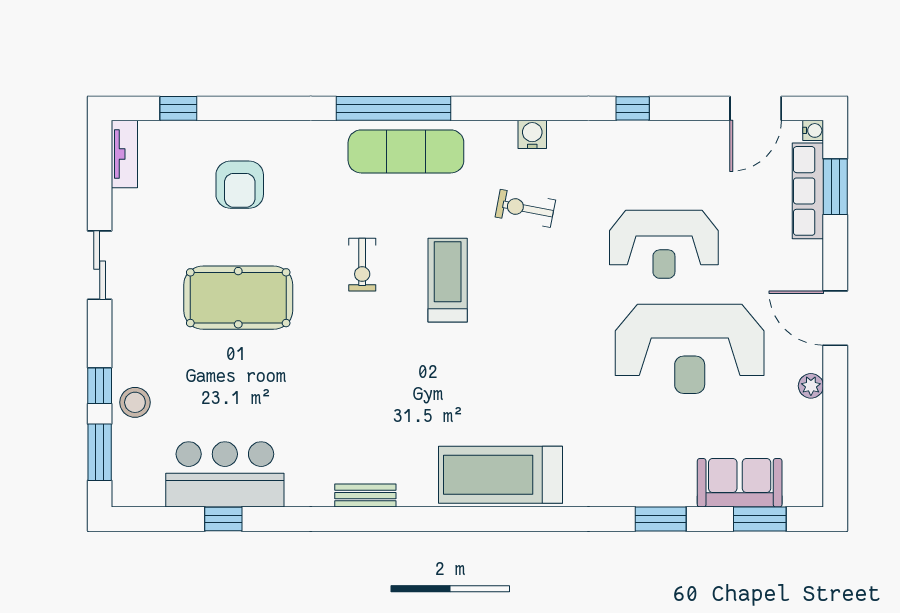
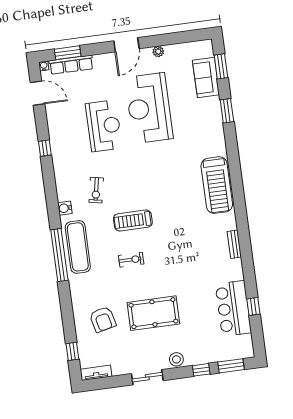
water cooler: (532, 134) -> (65, 208), moved
armchair: (240, 185) -> (103, 319), turned 77
pool table: (238, 298) -> (153, 313), turned 90
reception desk: (690, 349) -> (149, 108), turned 180
stool: (135, 402) -> (176, 359), moved

